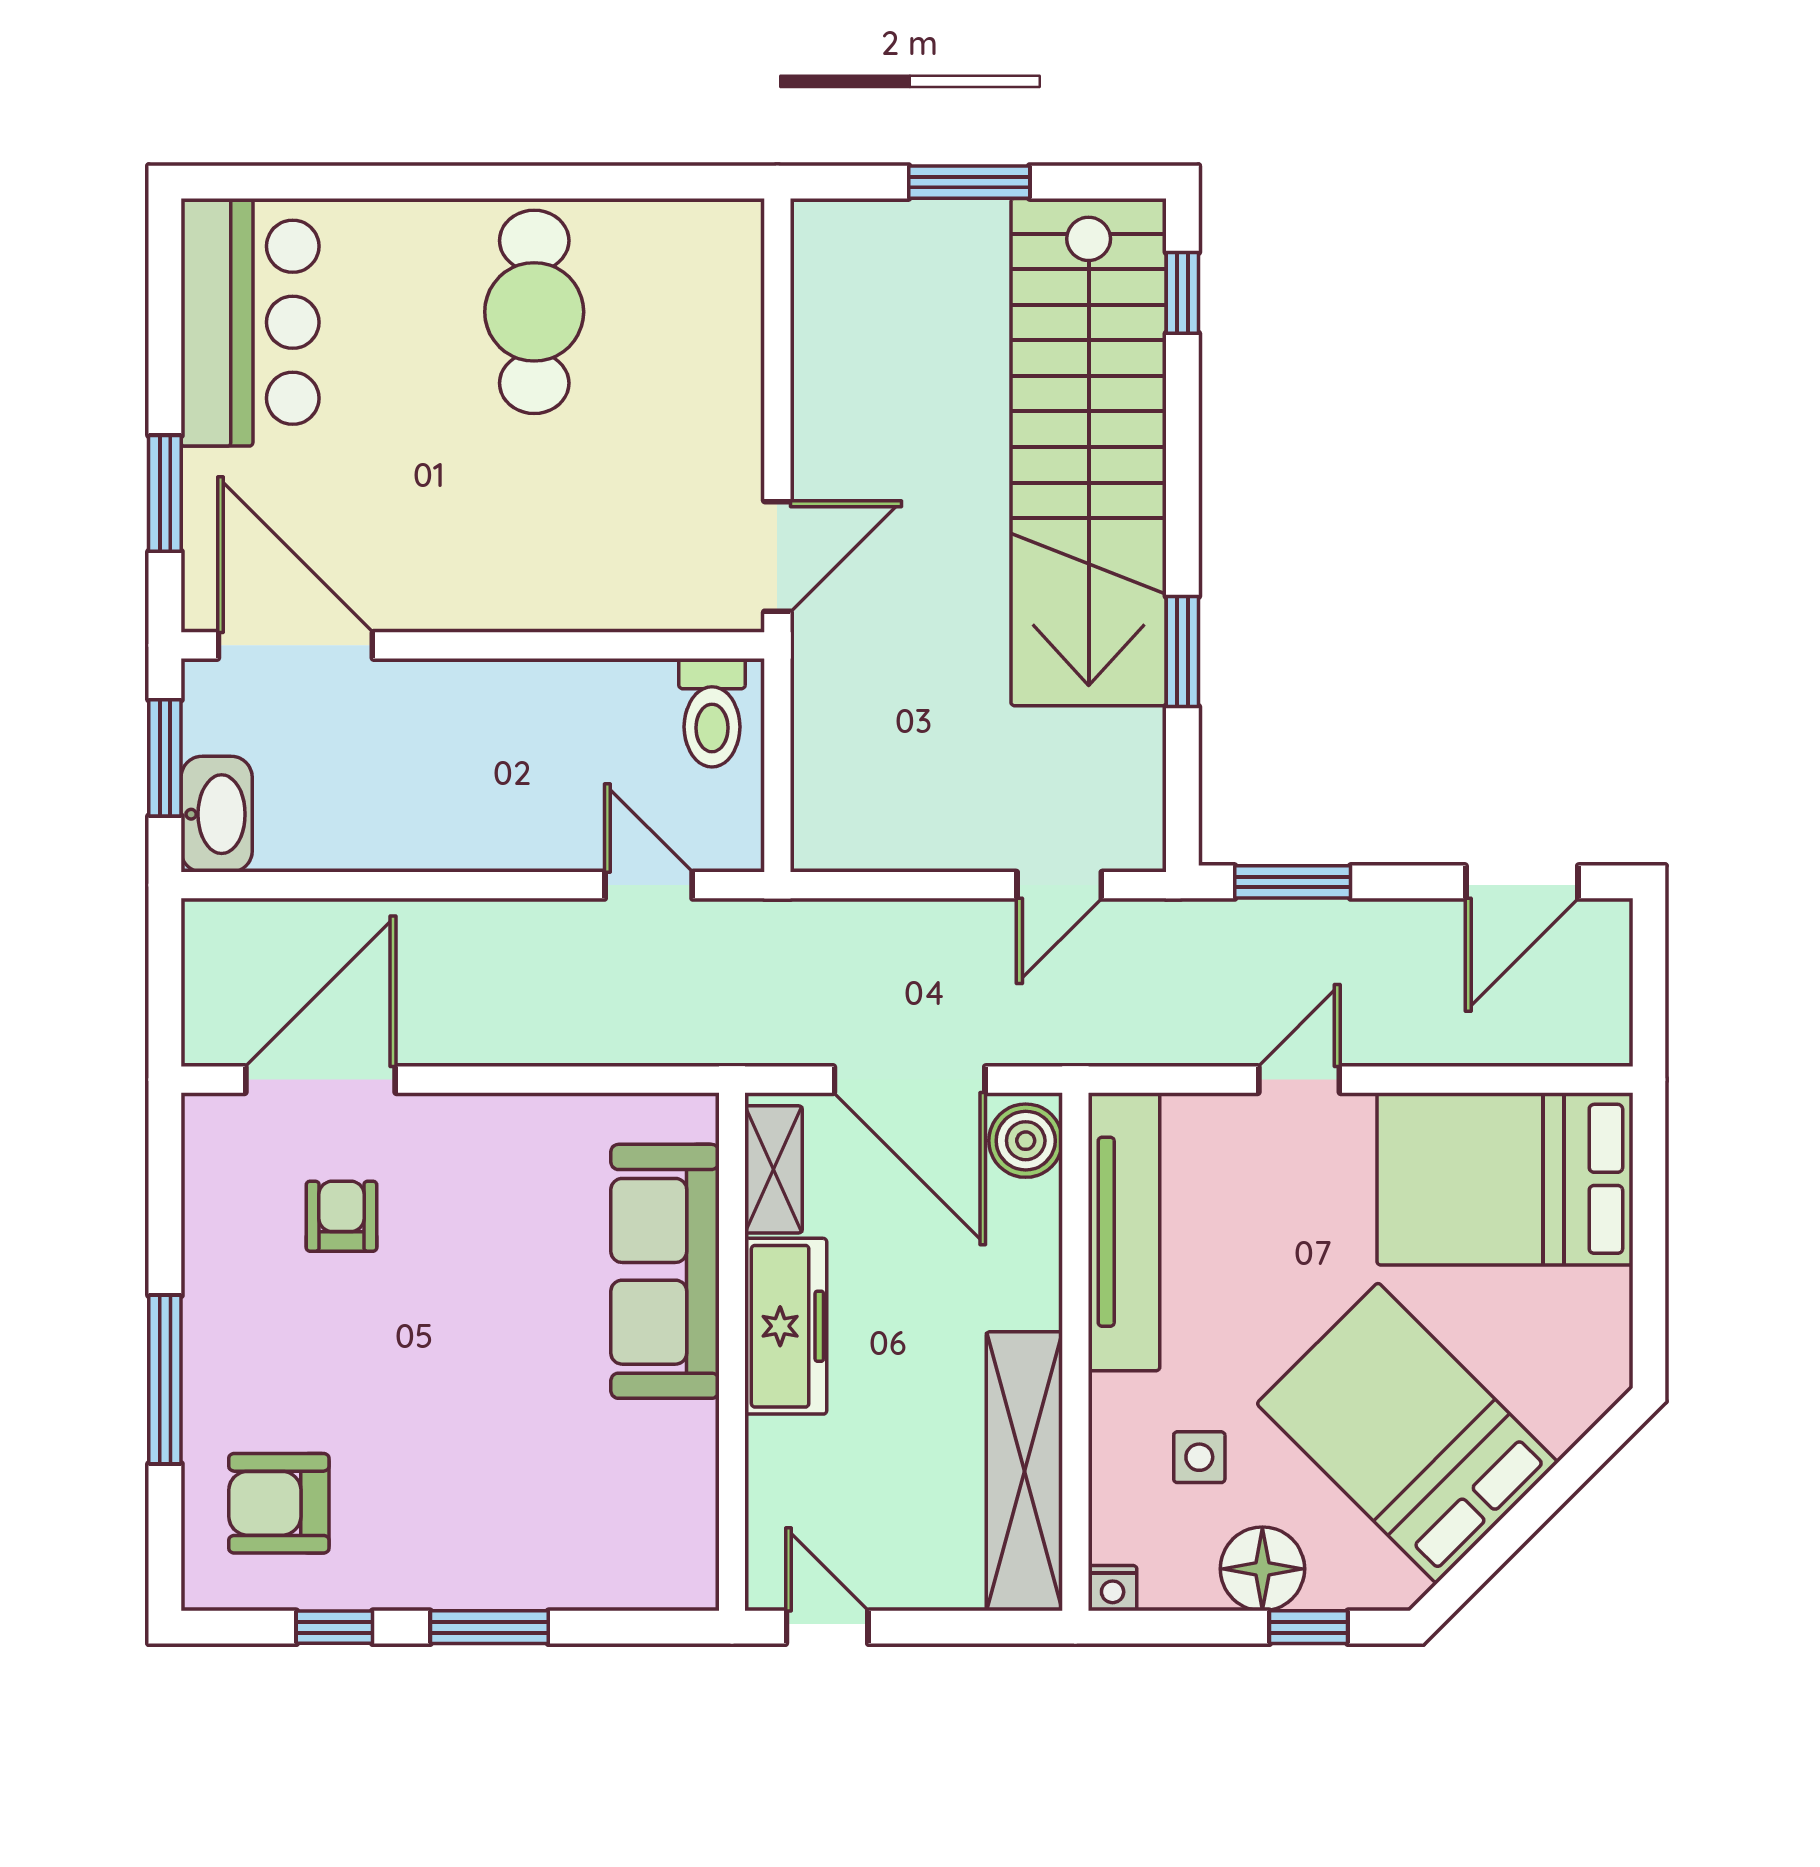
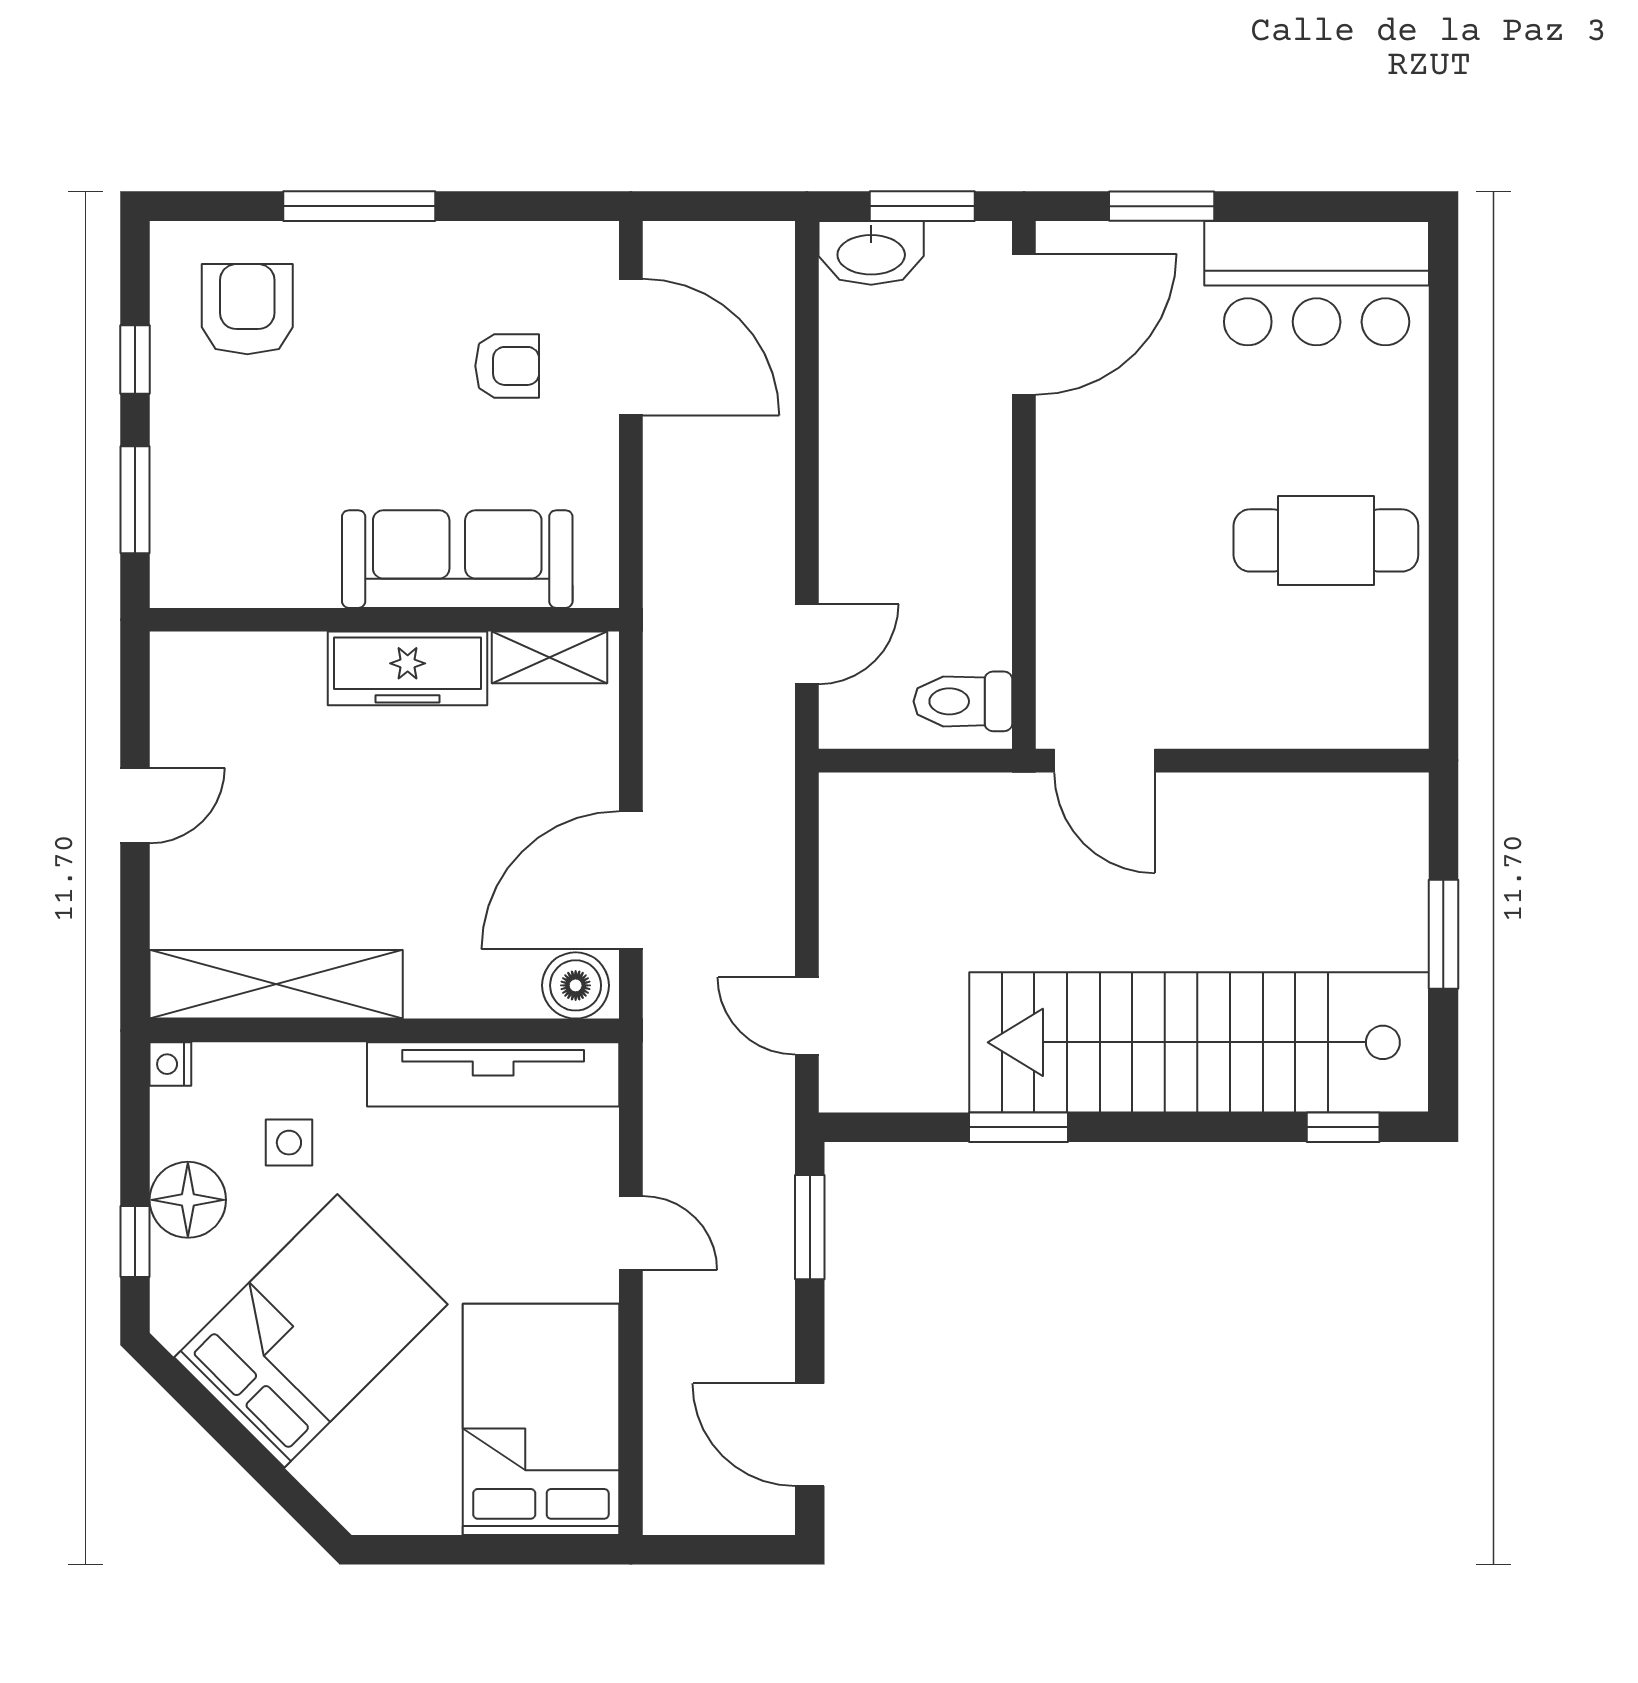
shelving: (774, 1169) -> (550, 657), moved
sofa: (665, 1271) -> (457, 559), moved
freezer: (786, 1326) -> (408, 668), moved
wall: (732, 1352) -> (384, 620), moved

